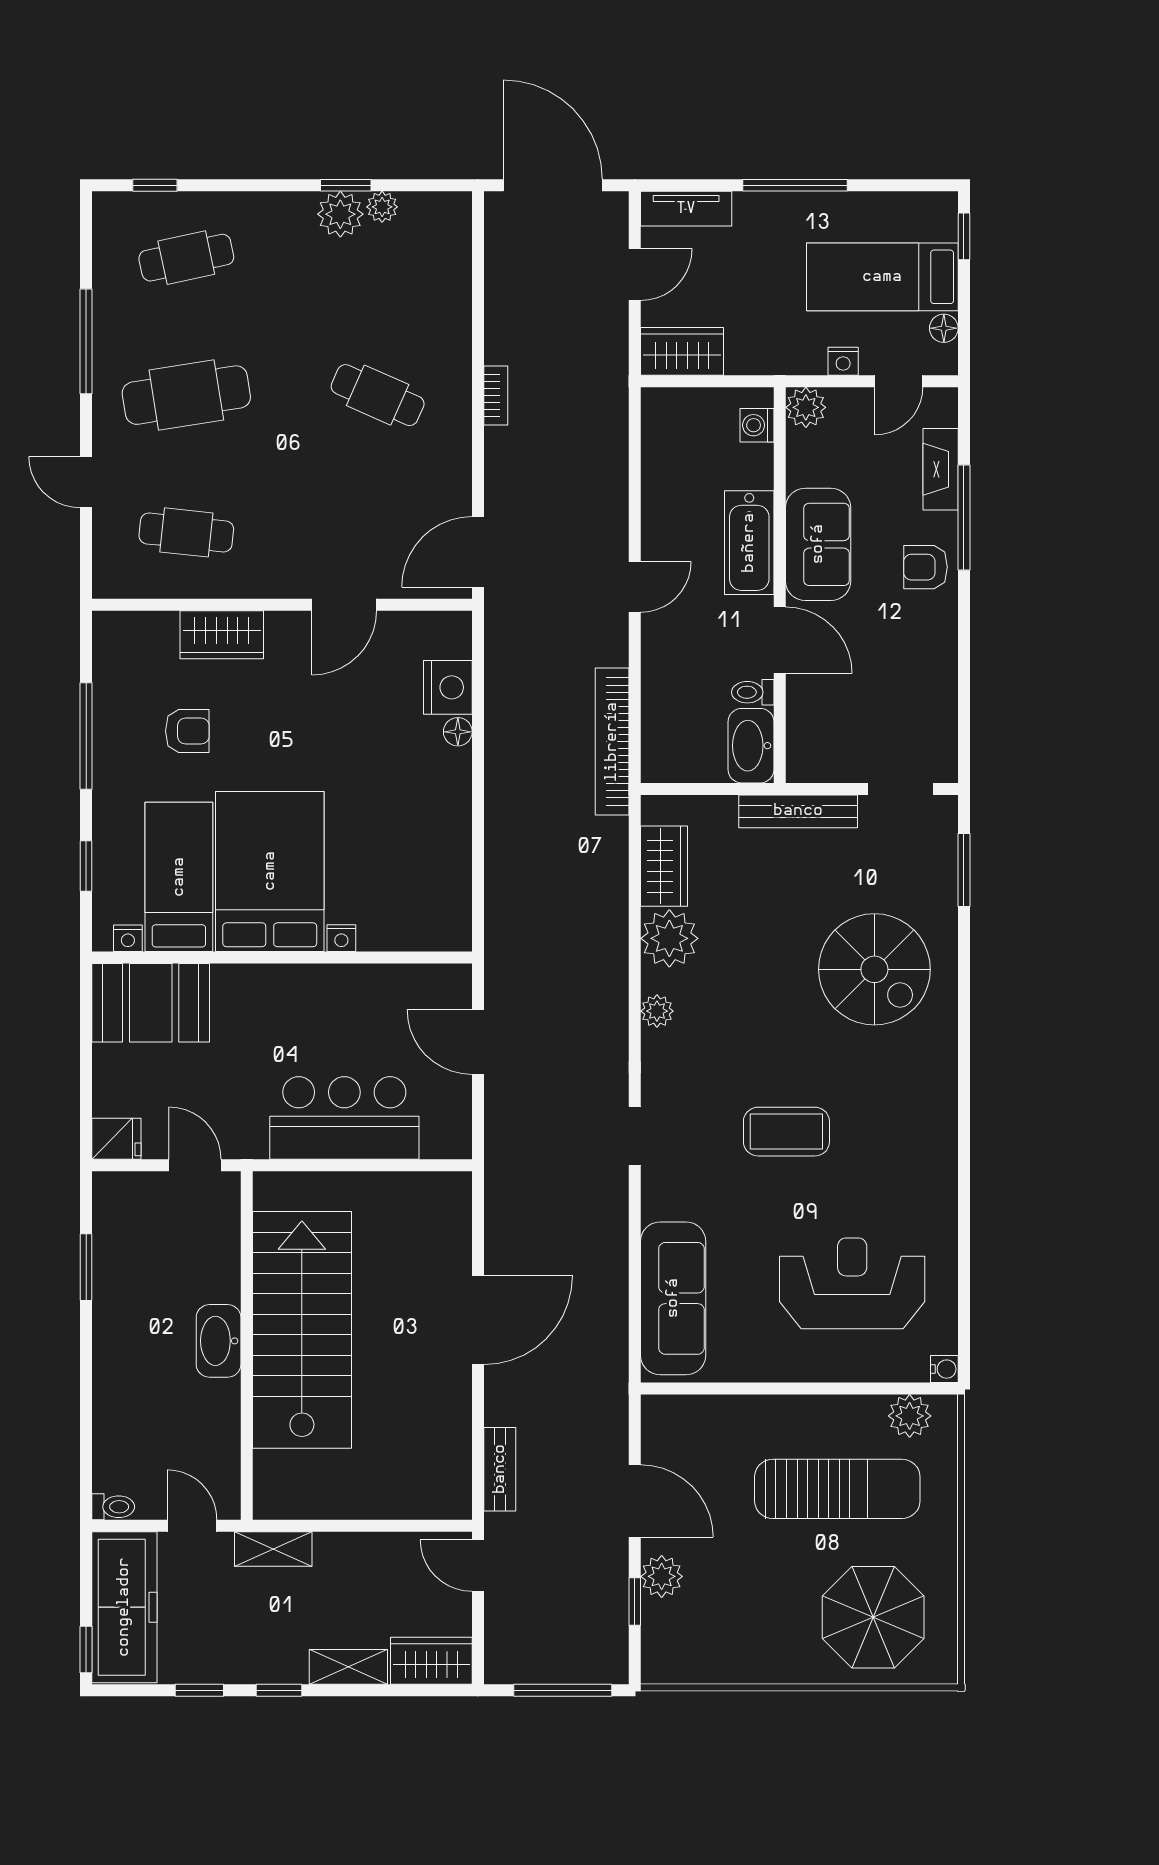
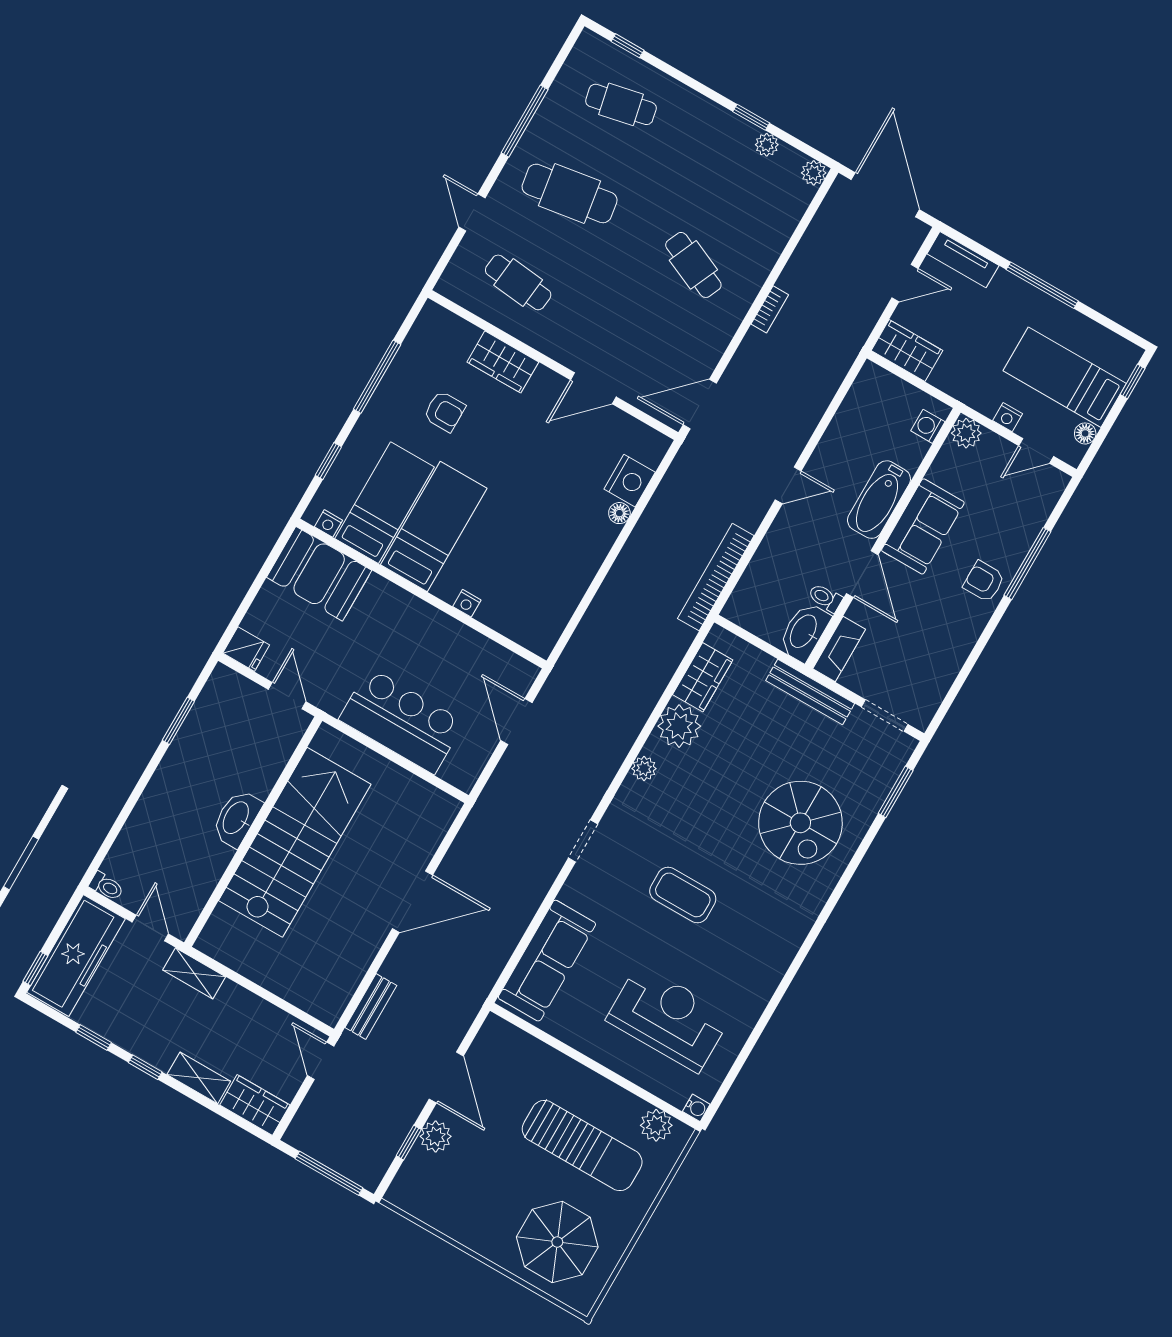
plant: (340, 214) -> (814, 173), moved, width x0.73, depth x0.73
fireplace: (941, 469) -> (839, 649), moved, turned 180
bed: (270, 871) -> (434, 526), width x0.67

